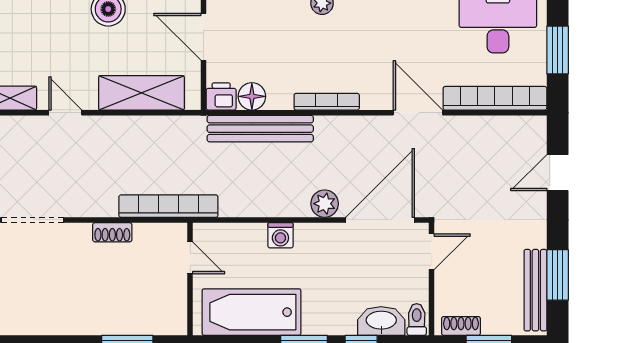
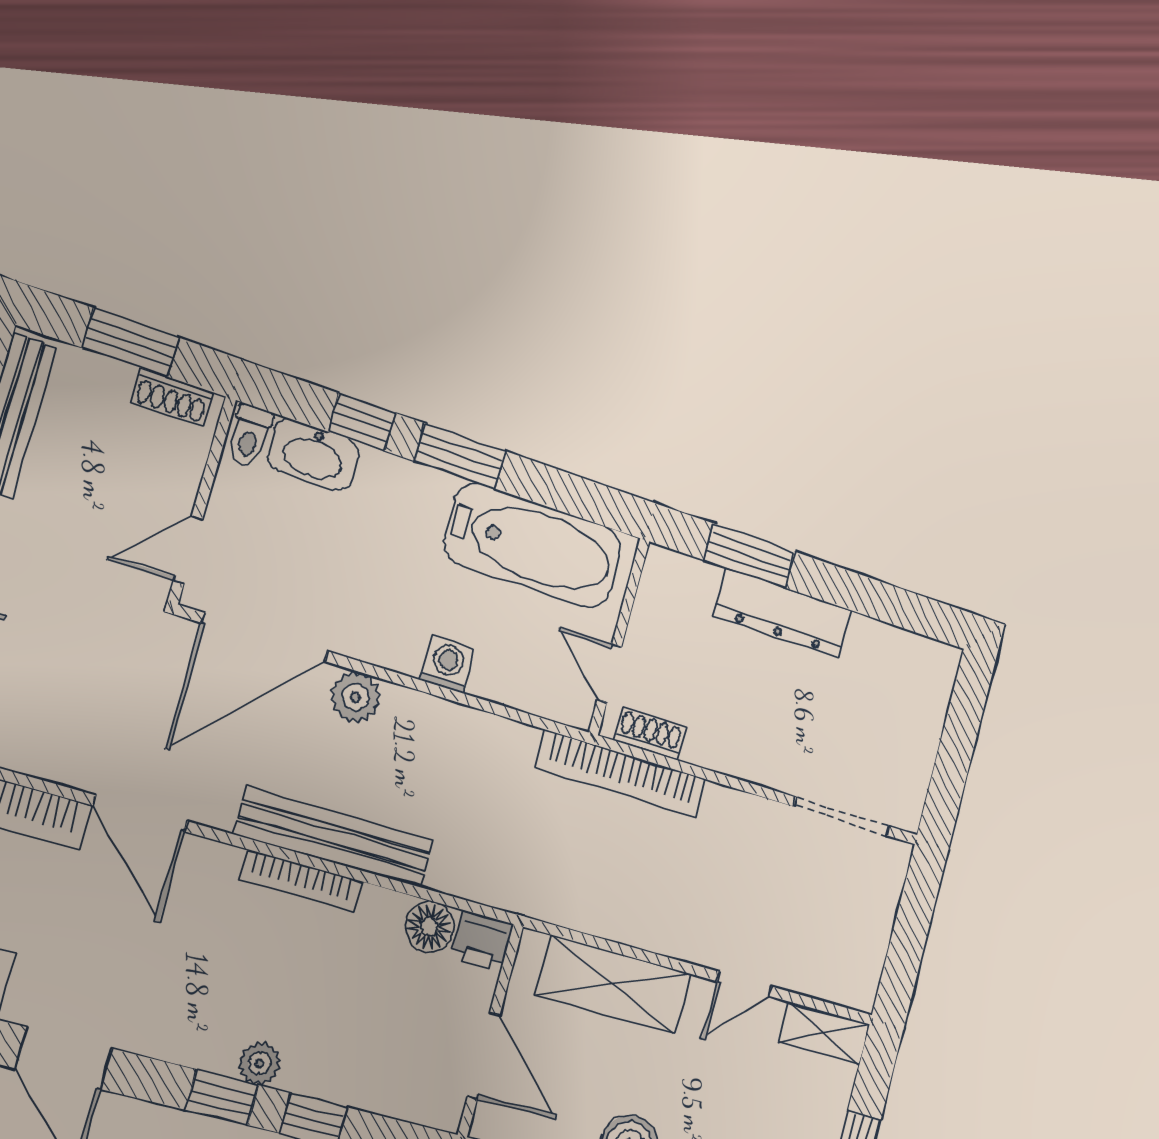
door: (65, 113) -> (744, 984), hinge flipped
bench: (260, 129) -> (334, 837), moved
shoe rack: (112, 232) -> (650, 734), moved
dresser: (99, 321) -> (783, 613), added

